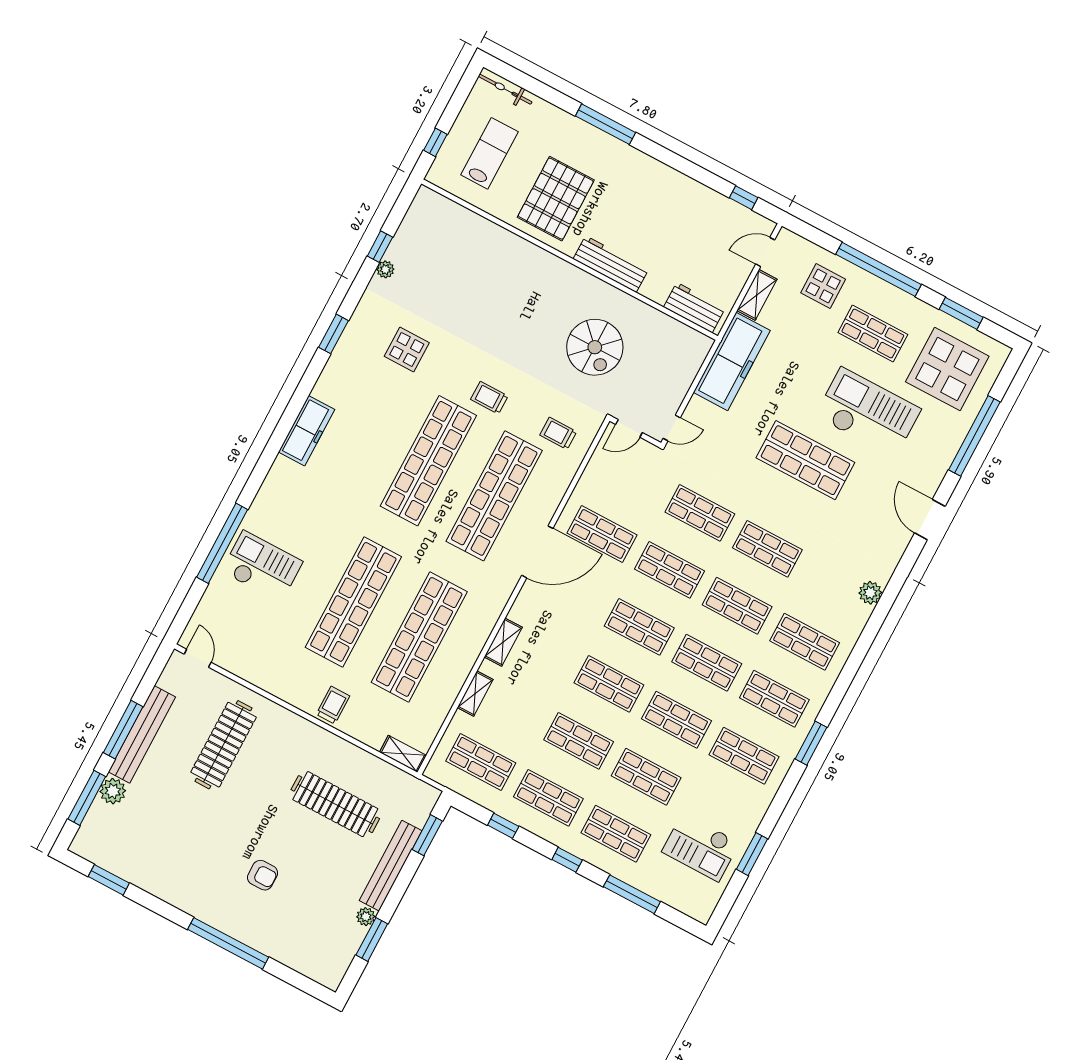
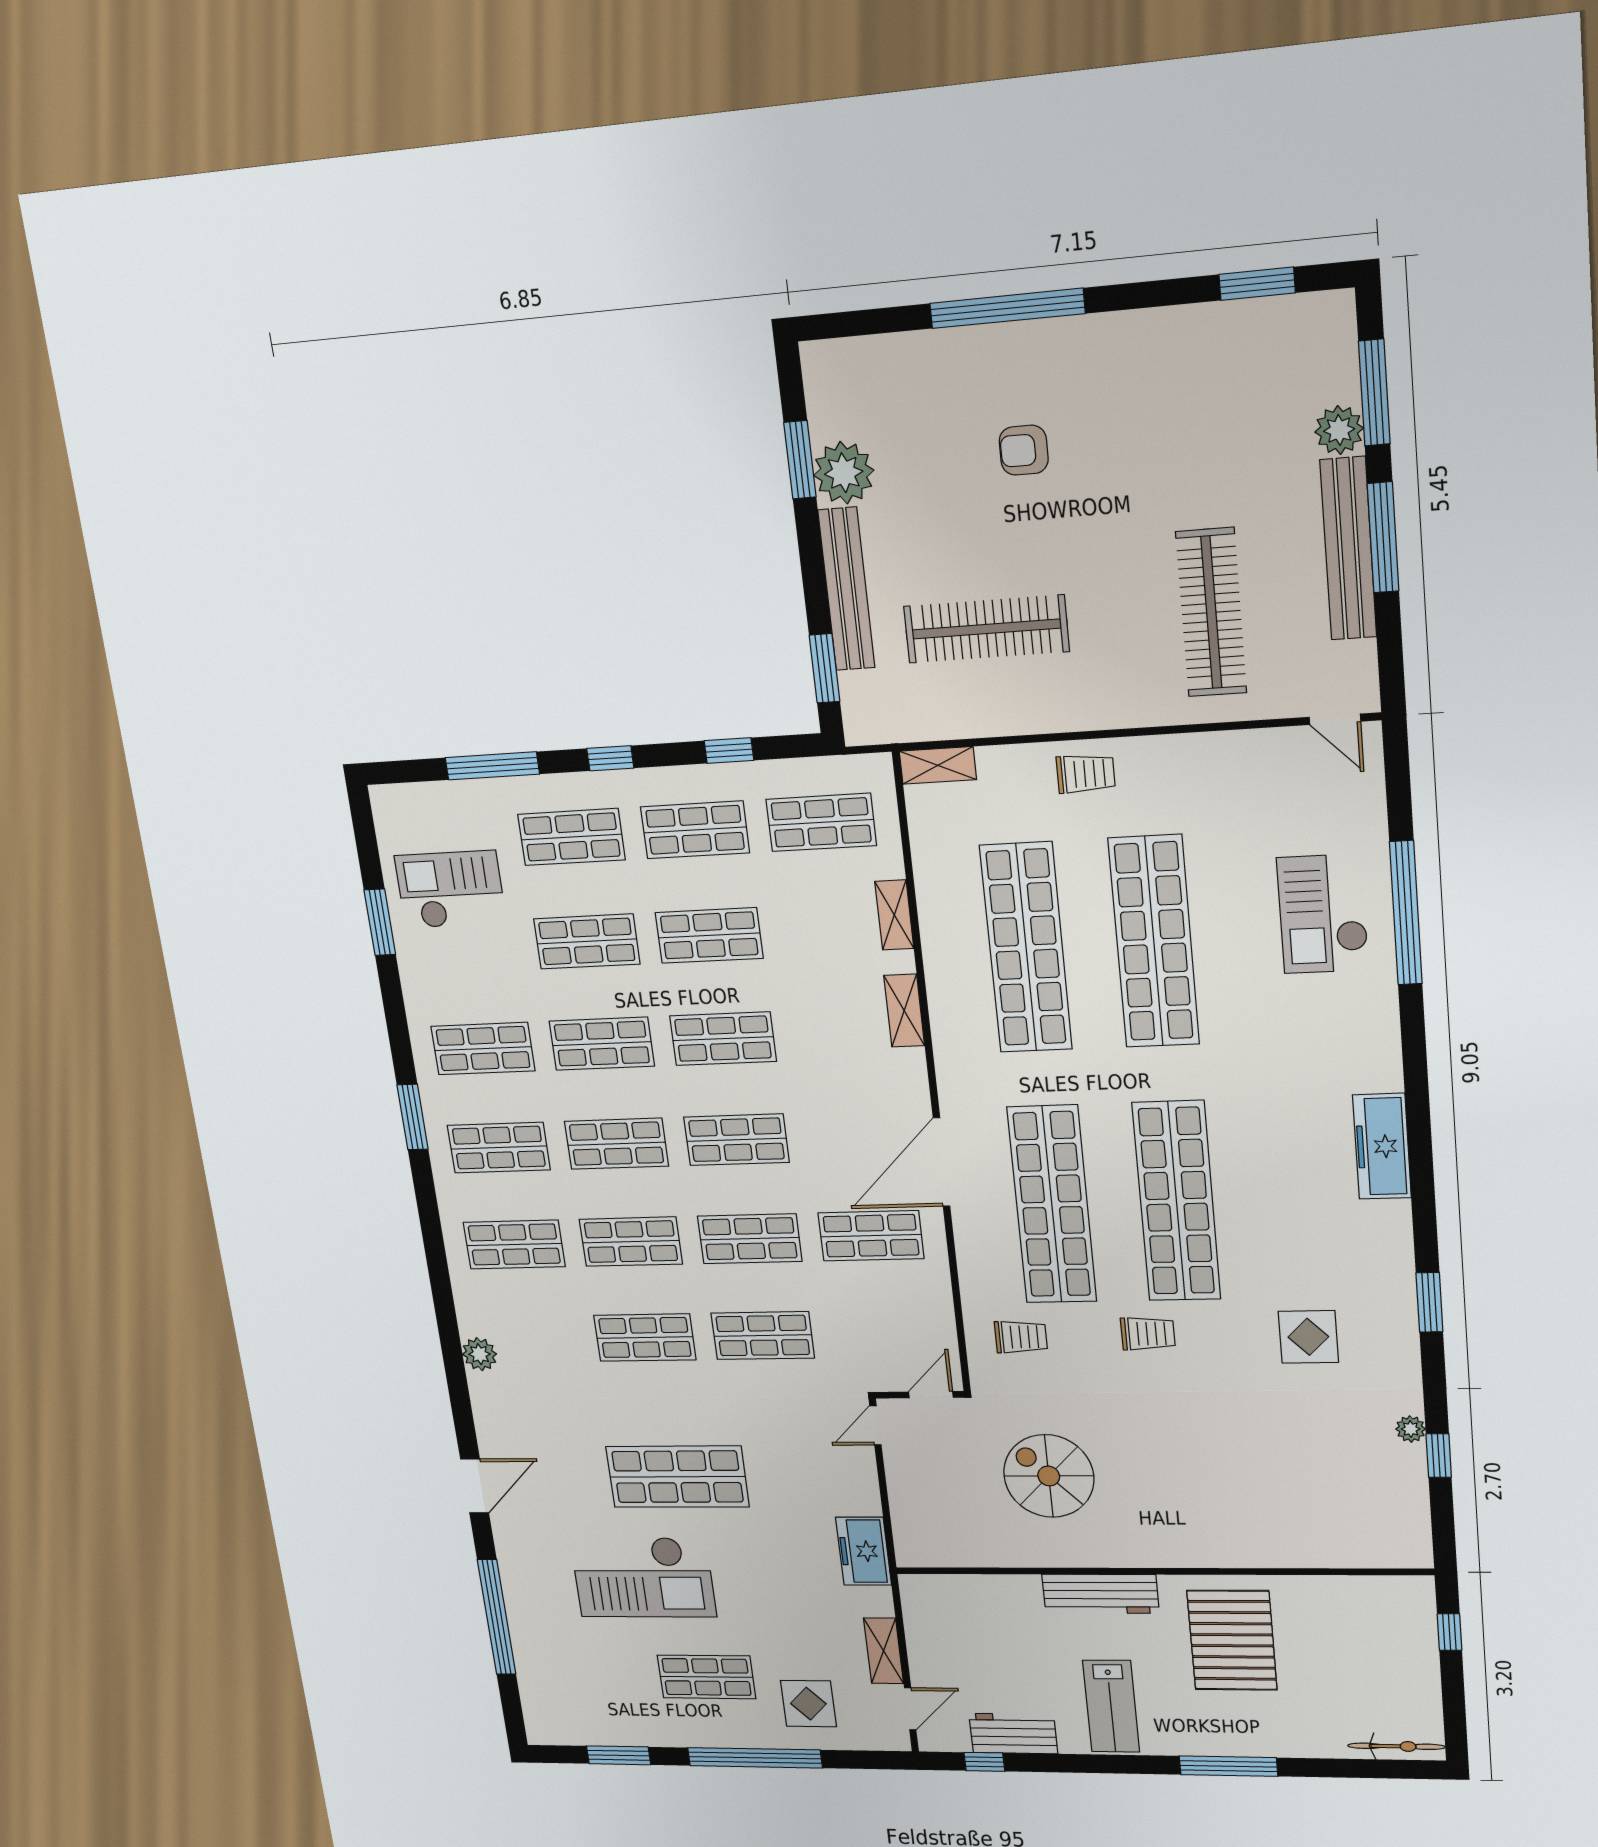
lab bench: (490, 153) -> (1111, 1706), moved
workbench: (694, 308) -> (1013, 1734), moved, turned 180
freezer: (732, 361) -> (864, 1551), width x0.52, depth x0.79
display table: (947, 369) -> (587, 1680), removed
door: (930, 520) -> (475, 1486), hinge flipped
checkout: (262, 567) -> (1323, 914), turned 90
trolley: (333, 705) -> (1086, 774), turned -90
plant: (366, 917) -> (844, 473), width x1.87, depth x1.87

